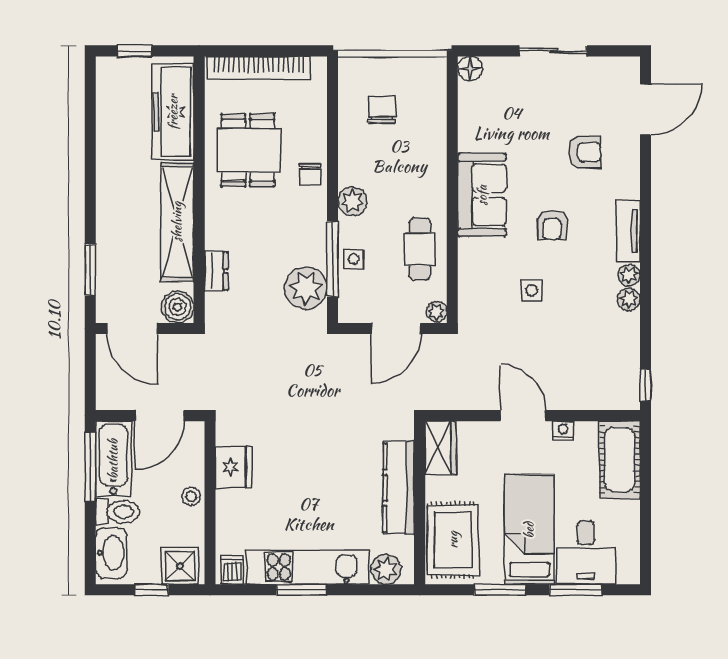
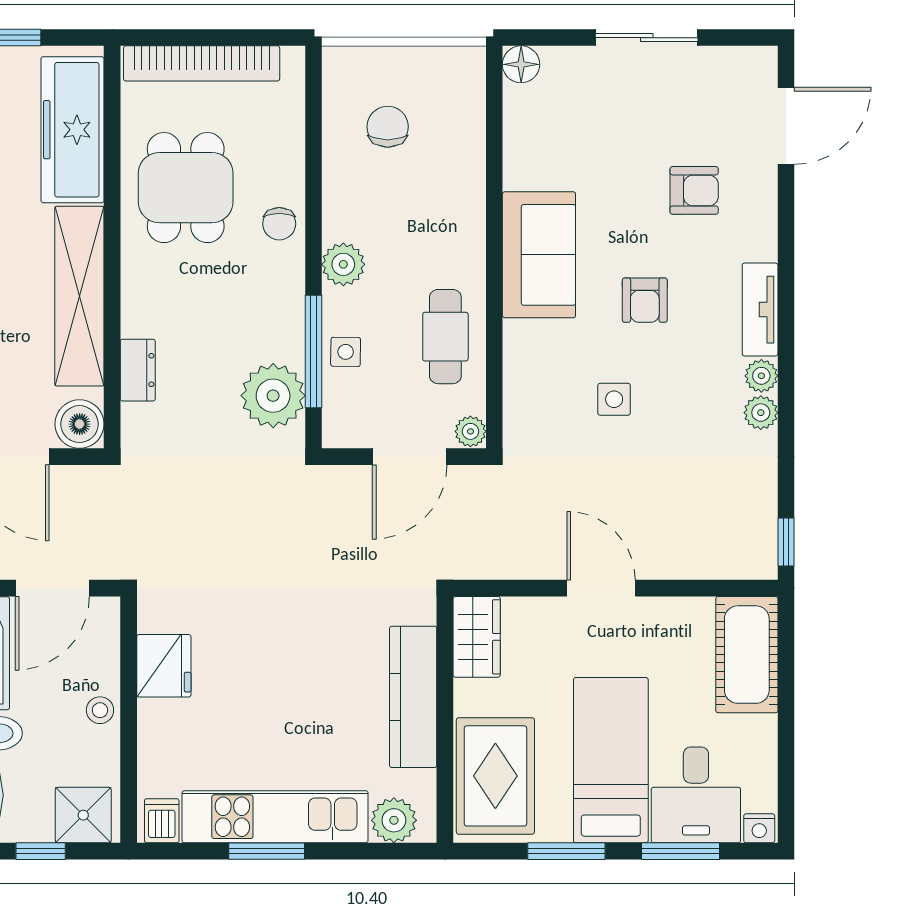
nightstand: (563, 431) -> (759, 828), moved, turned 180

